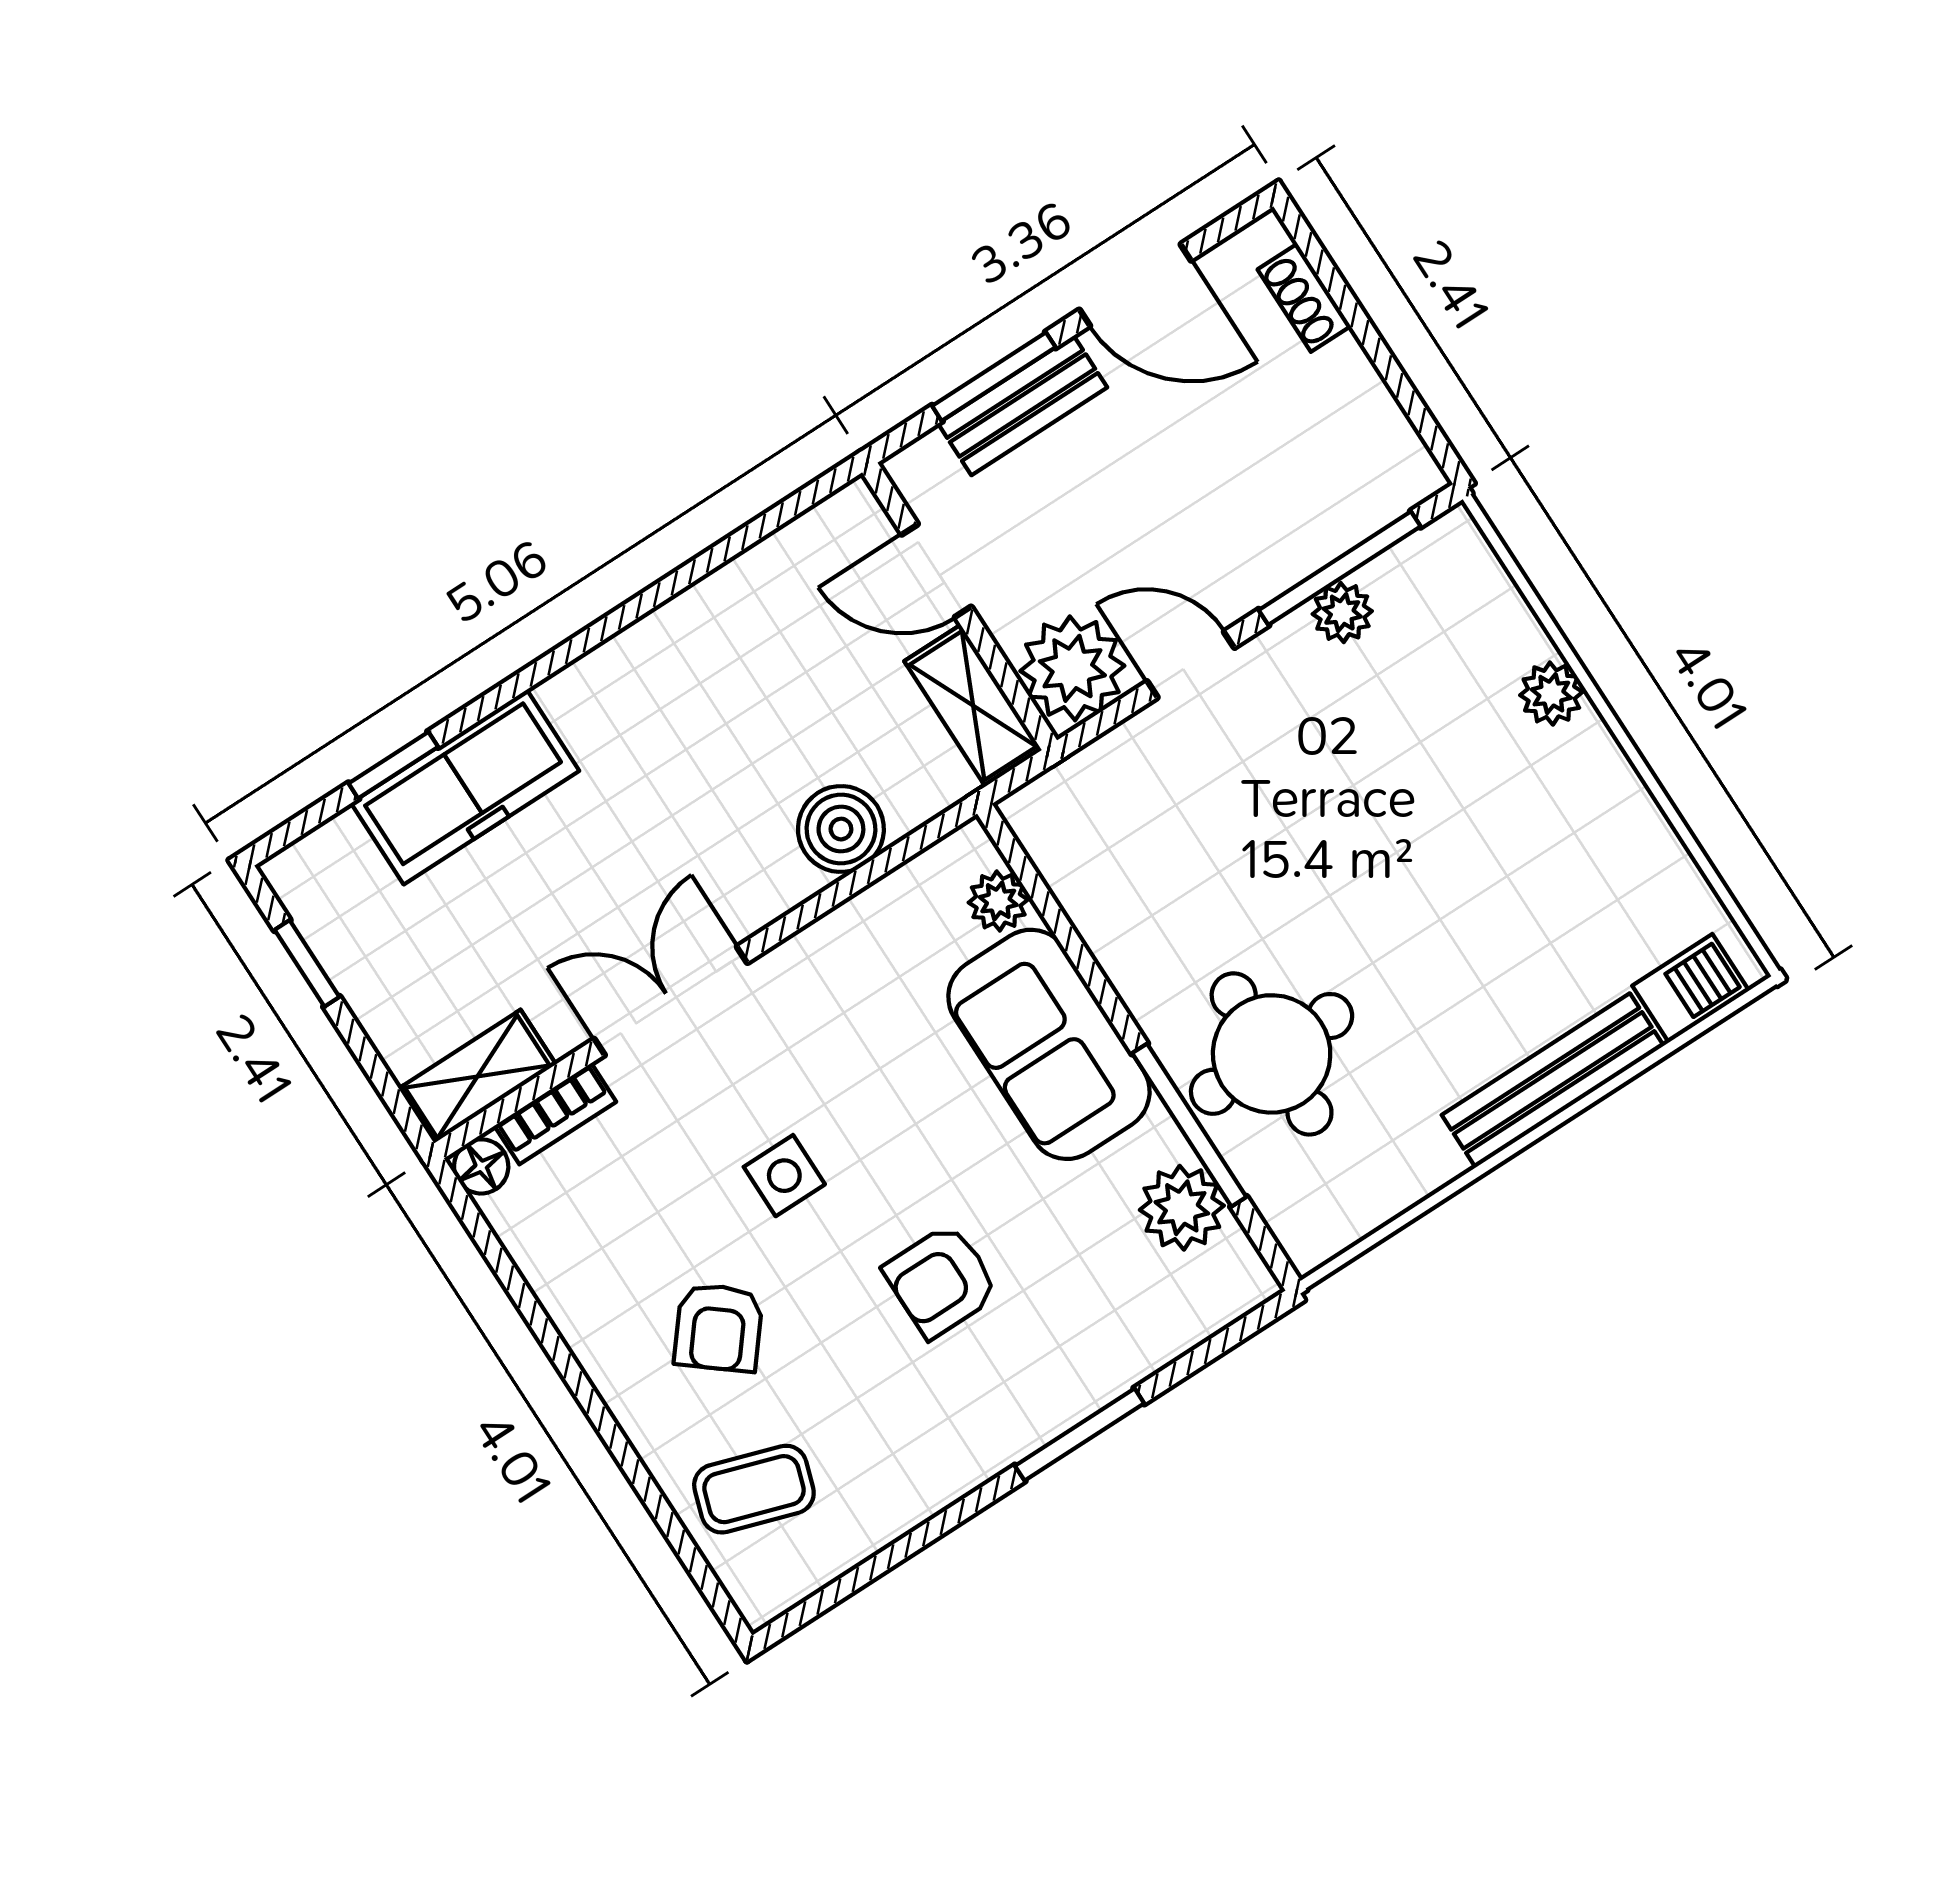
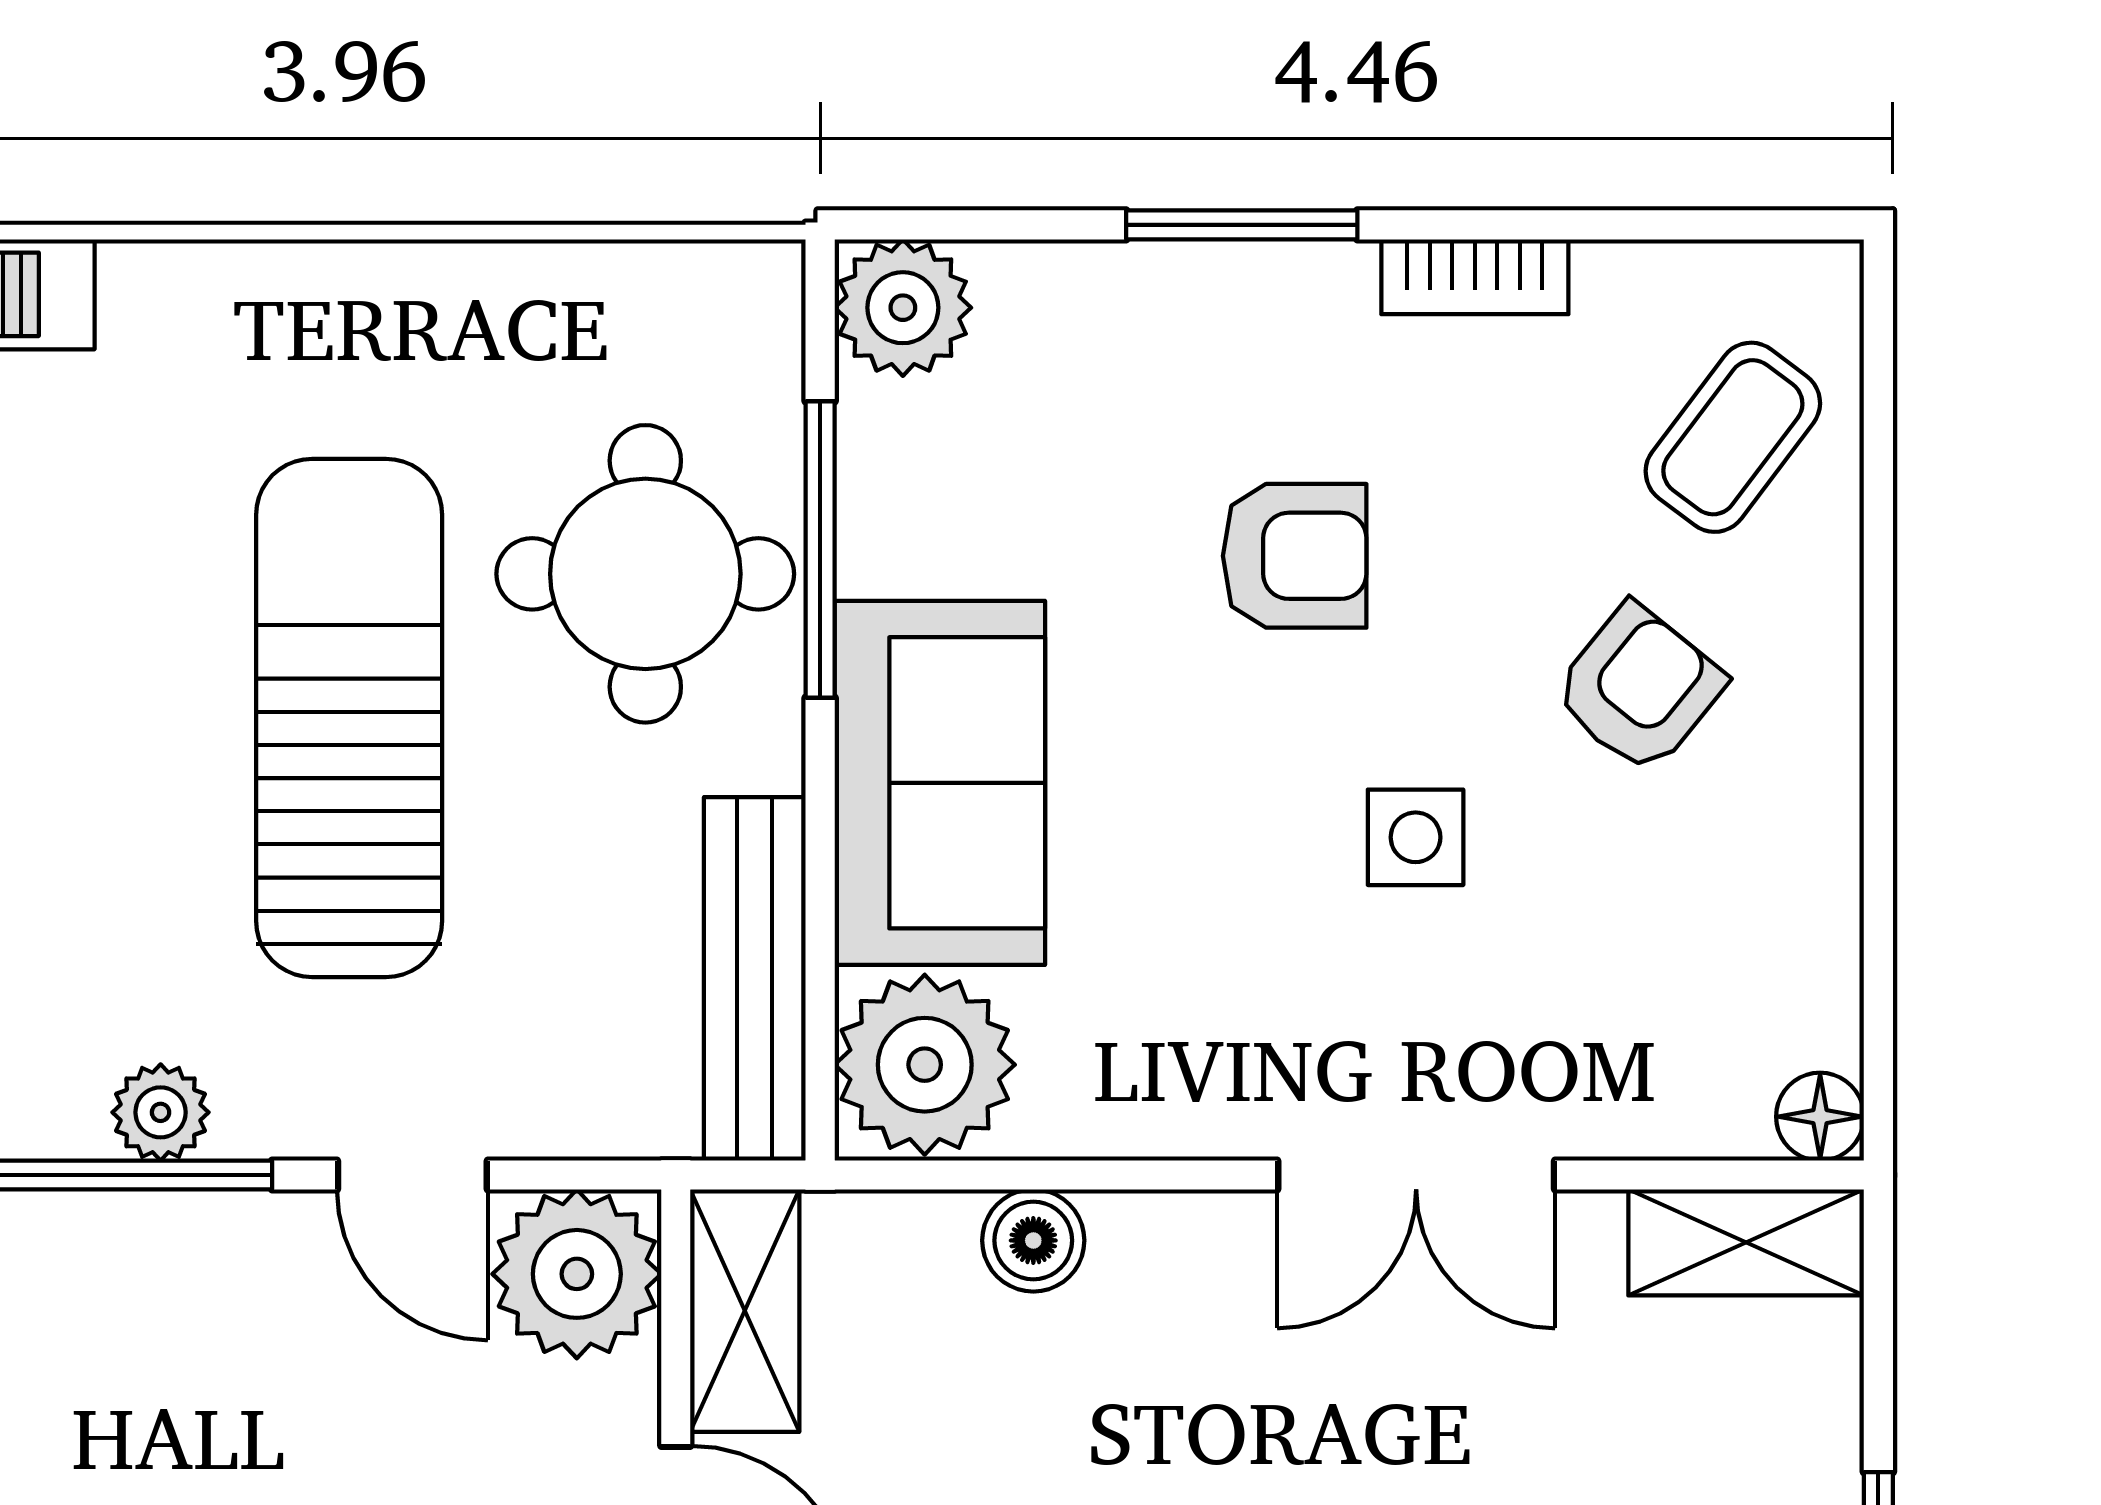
boiler: (841, 829) -> (1033, 1240), width x0.73, depth x0.73
sun lounger: (1377, 880) -> (349, 718), added
plant: (998, 901) -> (925, 1065), width x1.88, depth x1.88
bench: (1553, 1080) -> (755, 979), moved, turned 90
bookcase: (555, 1114) -> (1475, 277), moved, turned 180
plant: (1182, 1208) -> (903, 308), moved
coffee table: (754, 1489) -> (1733, 437), turned -71

